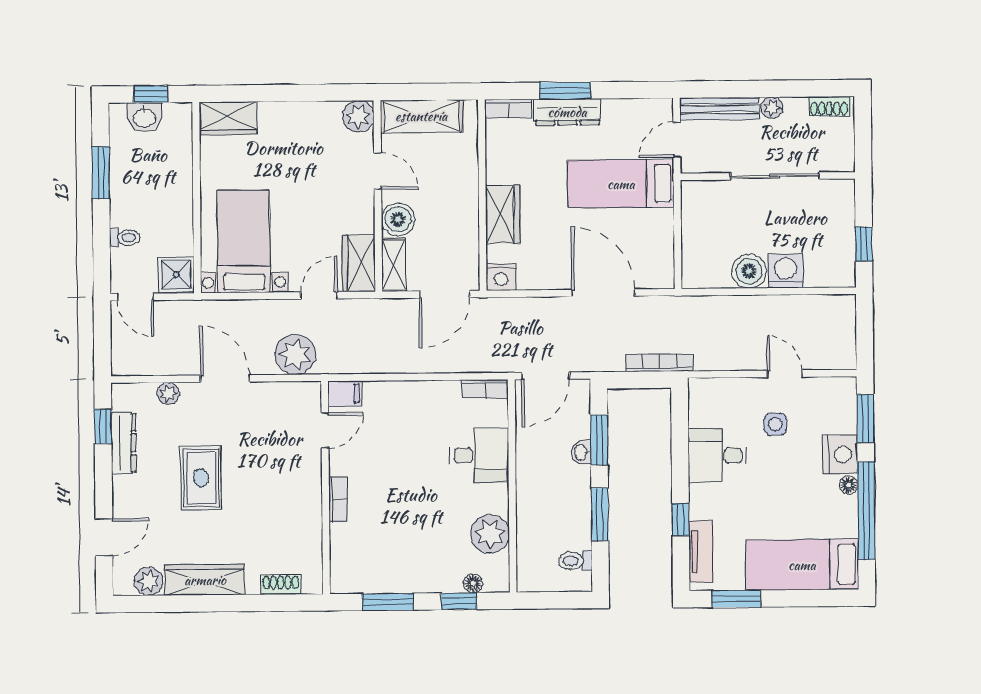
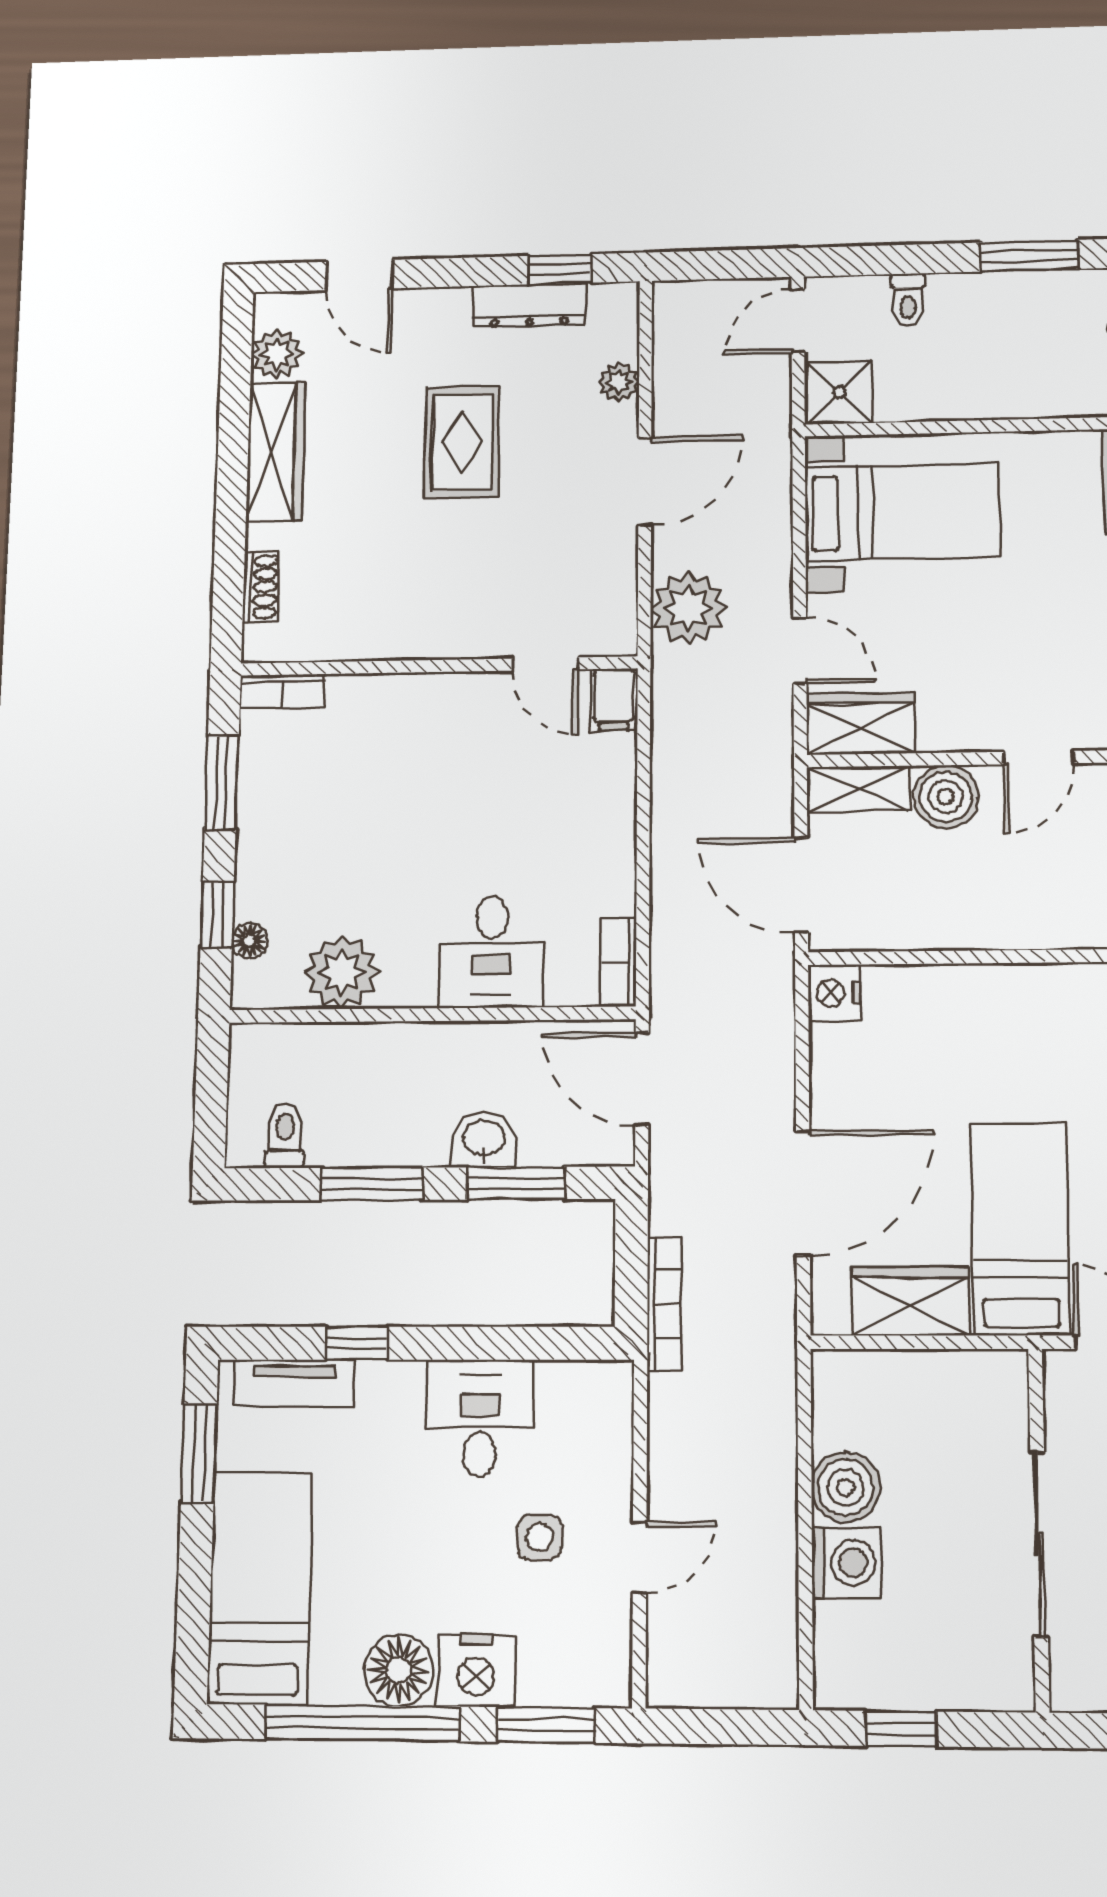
wardrobe: (503, 214) -> (911, 1301), moved, turned 180
washbasin: (581, 452) -> (484, 1139), width x1.38, depth x1.45
rug: (201, 478) -> (462, 442), turned 90
floor lamp: (849, 485) -> (399, 1670), width x1.89, depth x1.89
bookcase: (338, 499) -> (282, 691), moved

